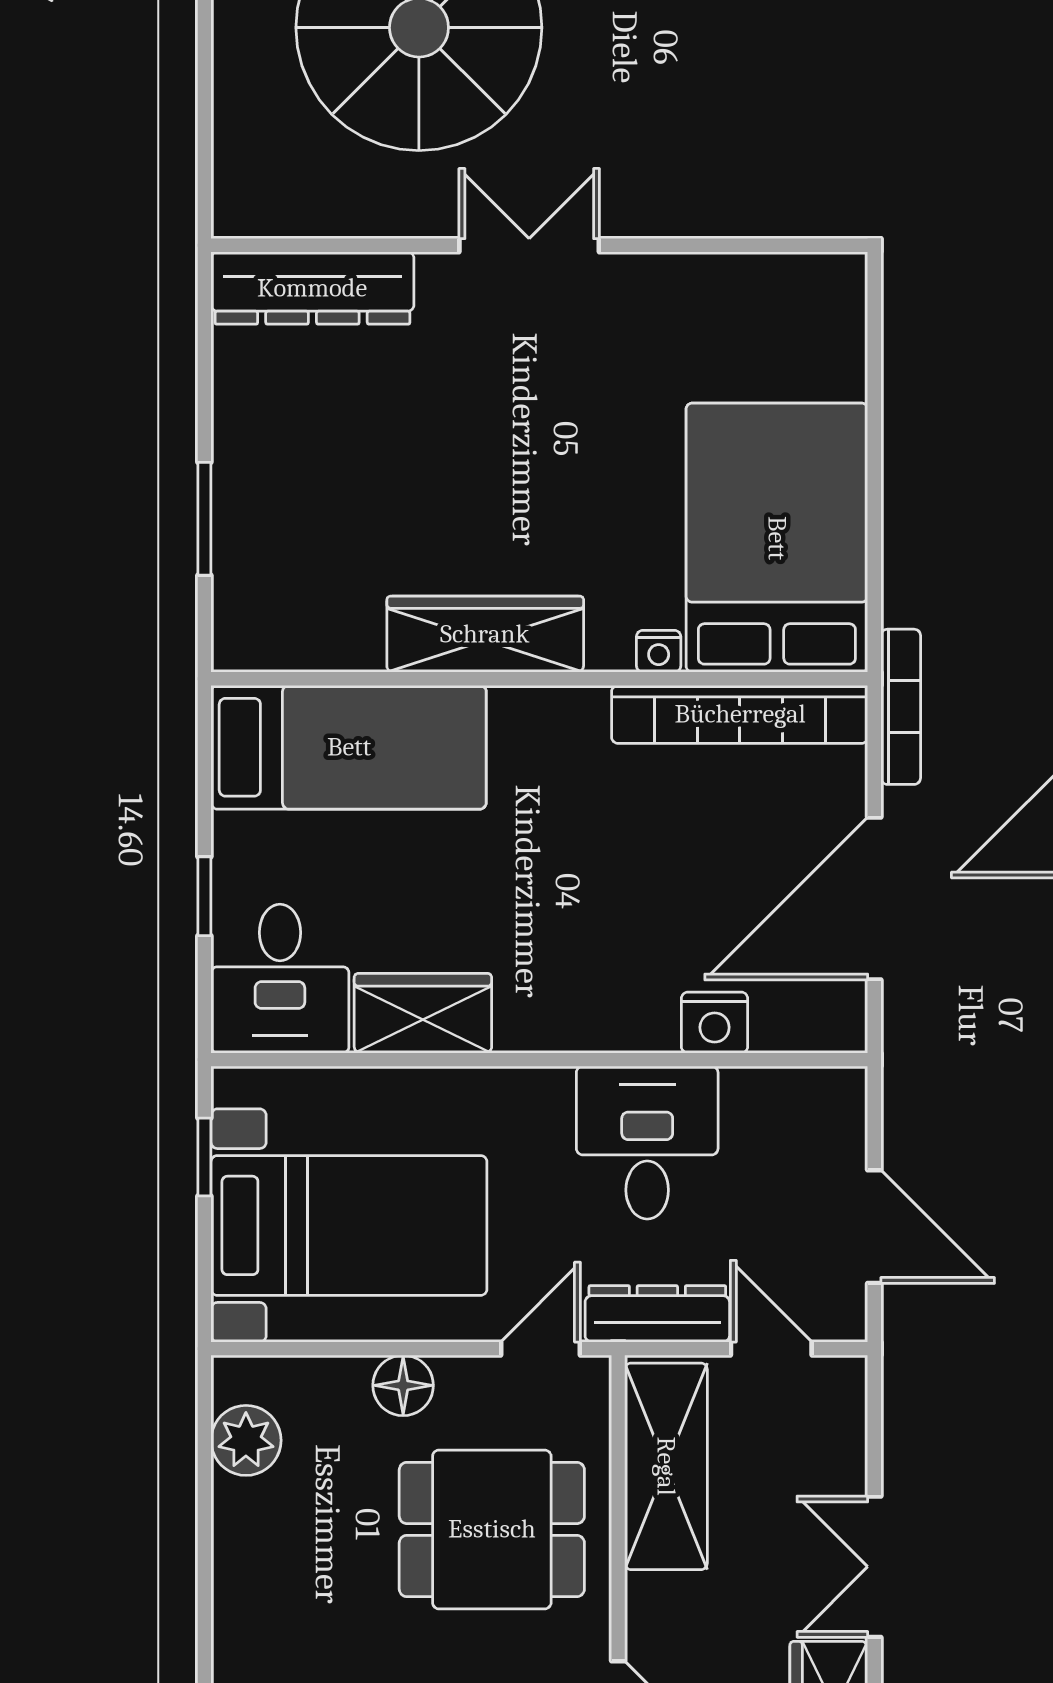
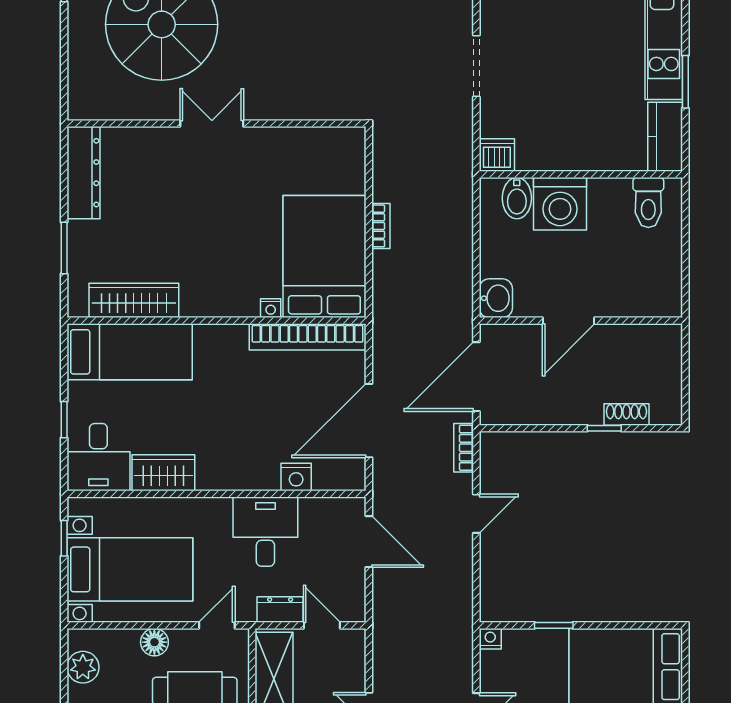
dresser: (312, 288) -> (83, 173), moved, turned -90
wardrobe: (485, 634) -> (134, 300), moved
bookcase: (901, 707) -> (381, 226), moved, width x0.64
door: (874, 1227) -> (369, 542), moved
dresser: (657, 1314) -> (280, 610), width x0.70

